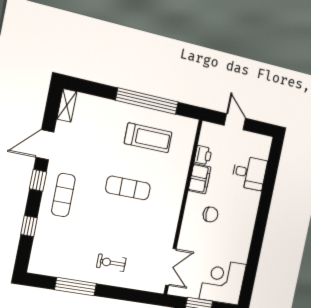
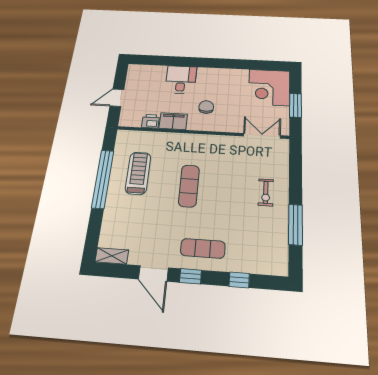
desk: (249, 173) -> (181, 80), moved

